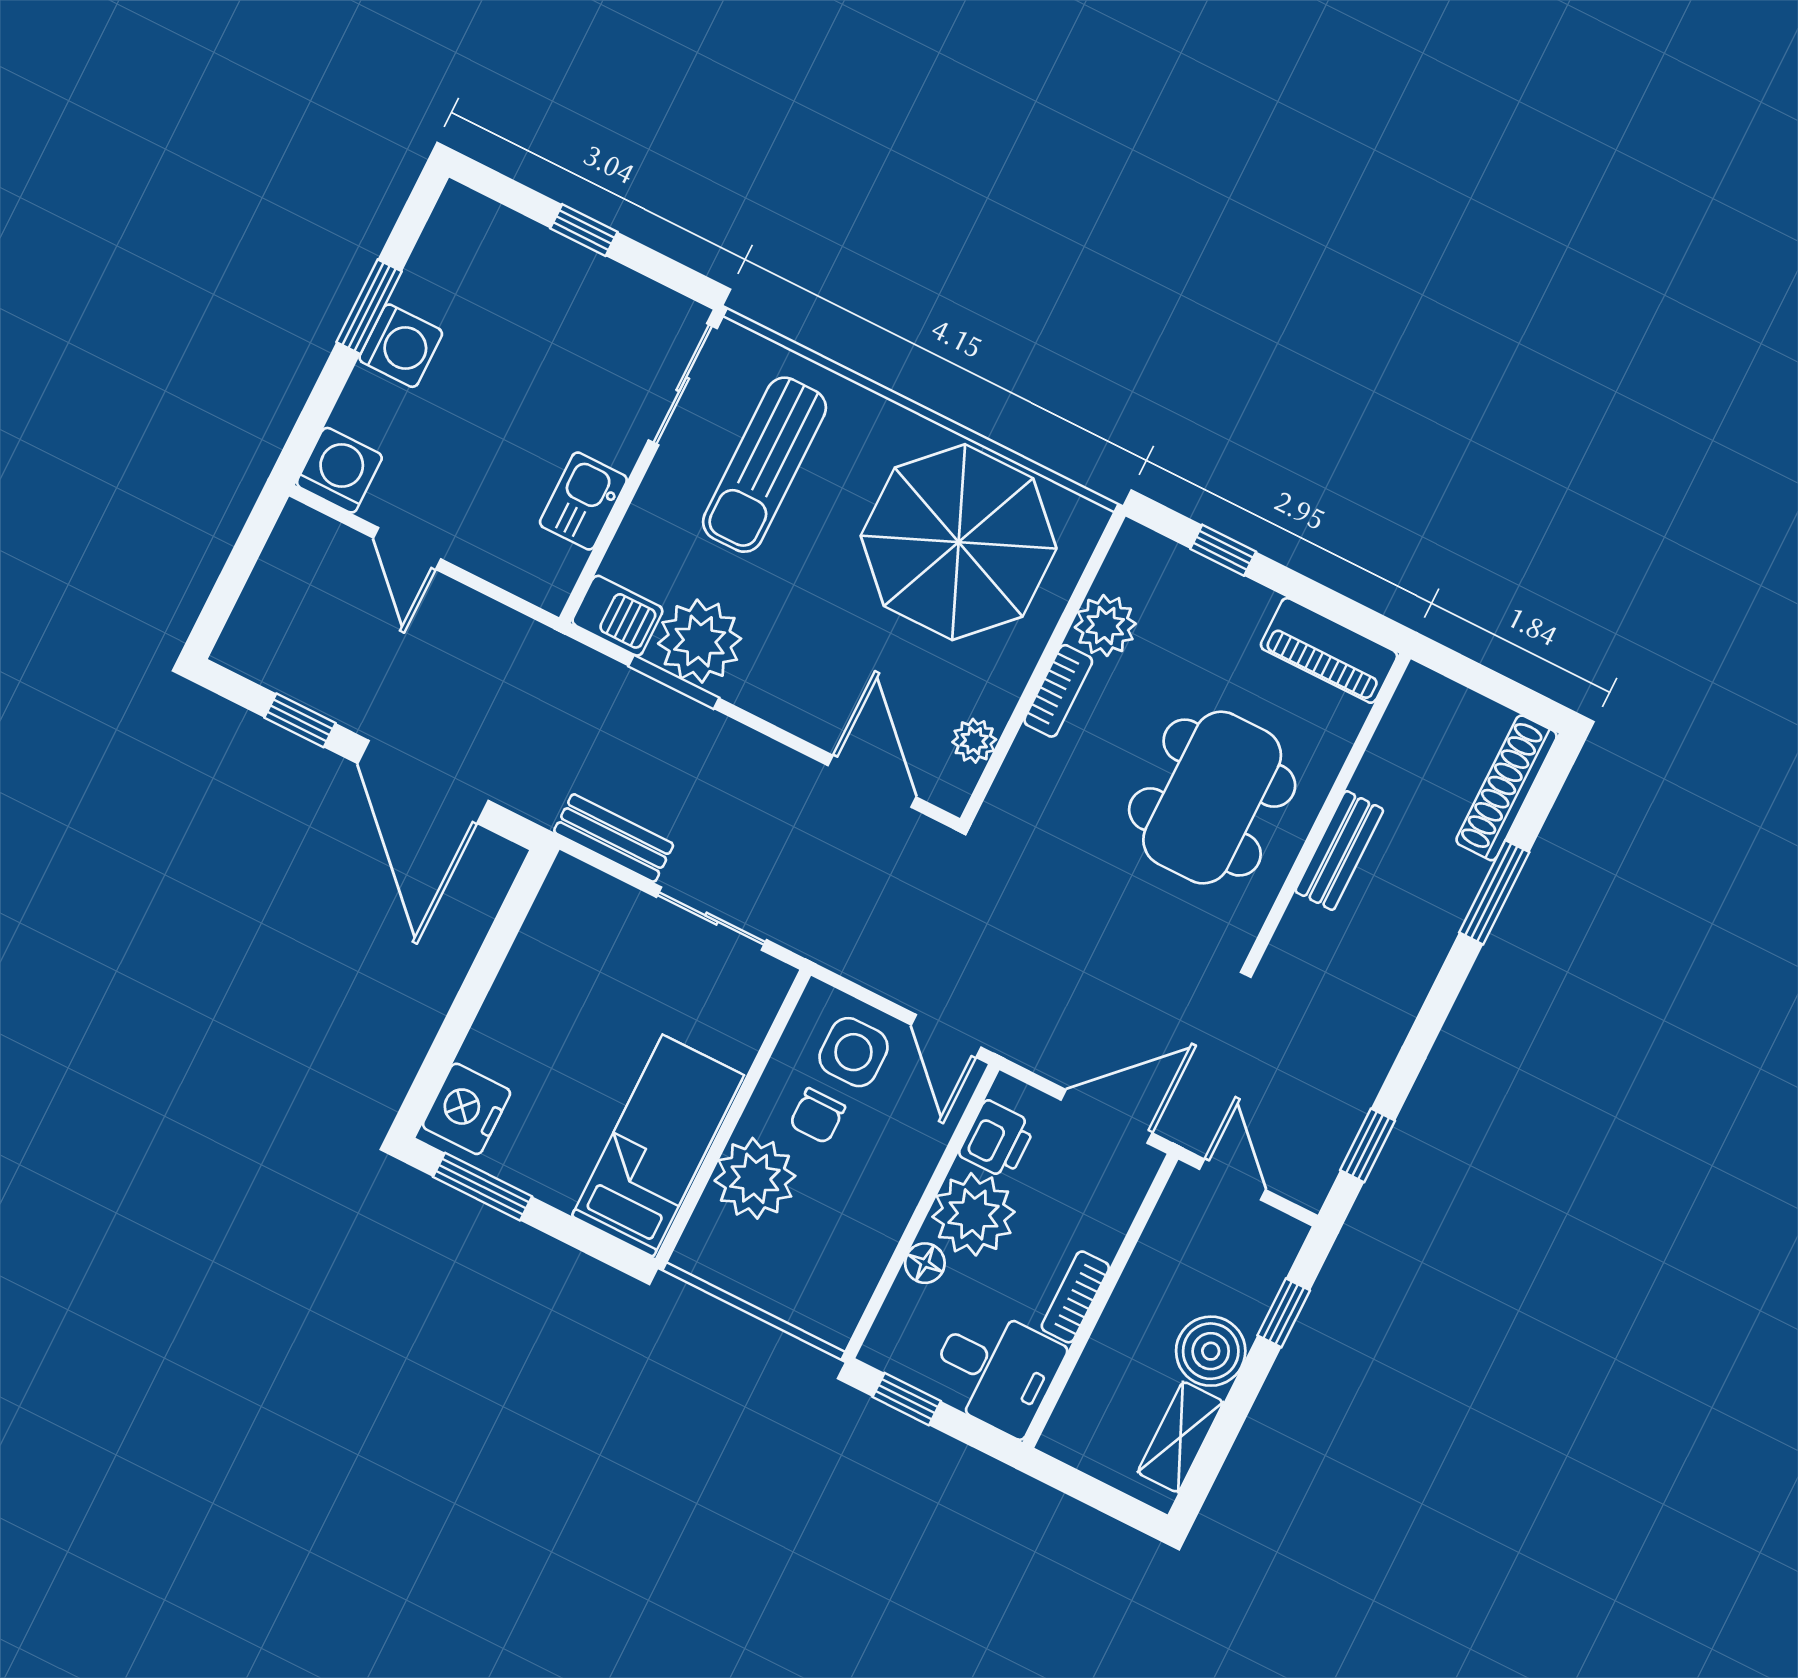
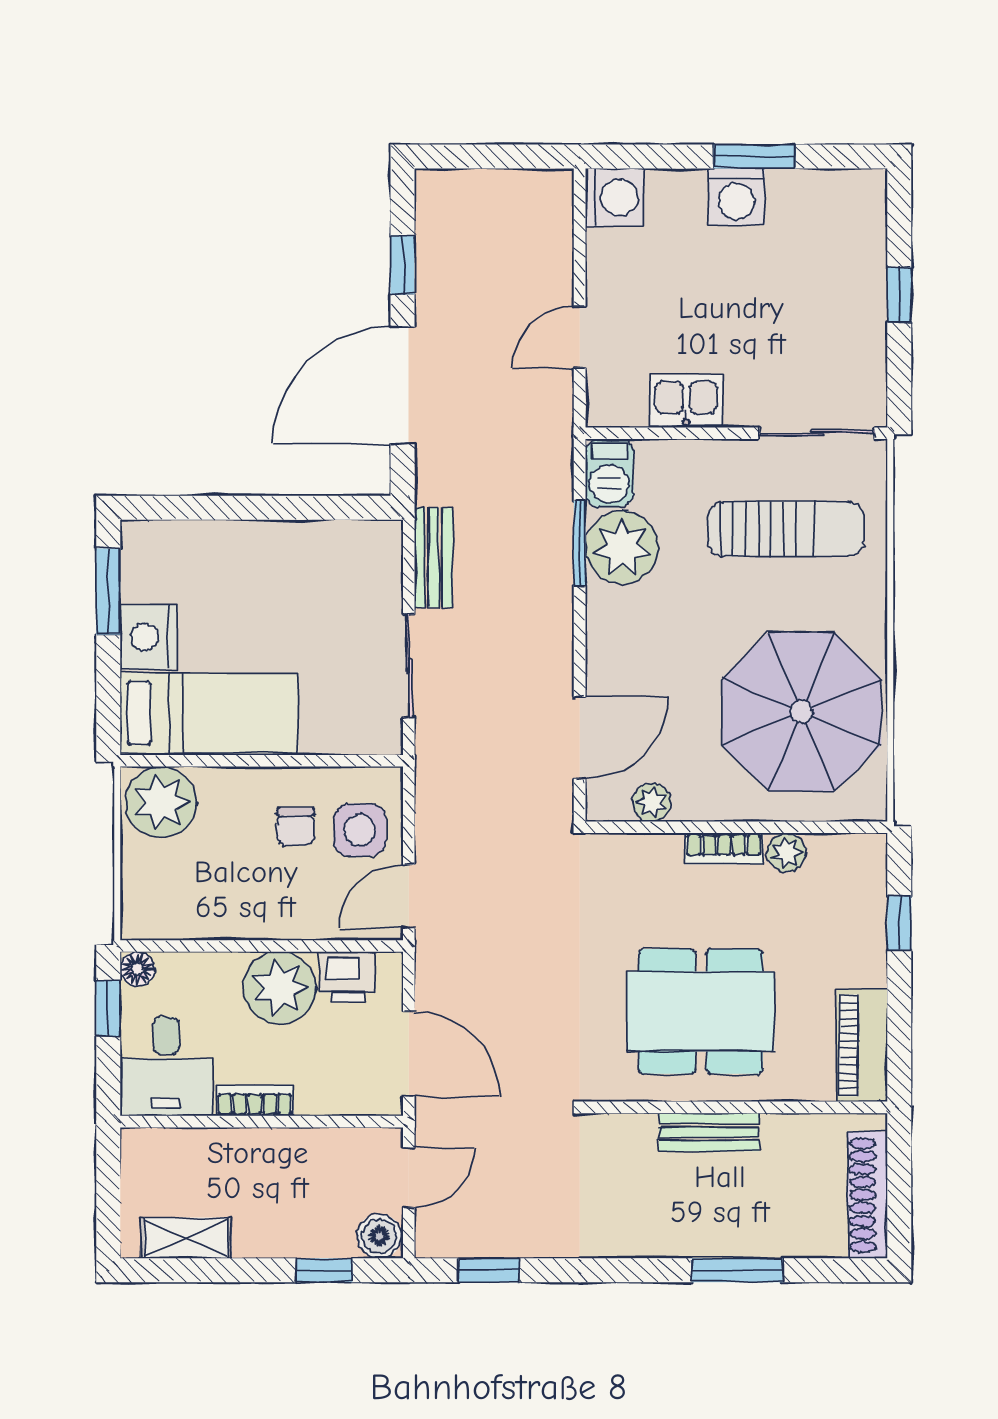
sun lounger: (764, 465) -> (786, 529), turned 180
door: (407, 548) -> (580, 337), moved
plant: (1105, 625) -> (786, 853), width x0.73, depth x0.73
shoe rack: (1507, 788) -> (868, 1195), moved, turned -90
nightstand: (466, 1109) -> (149, 637), moved, turned -90
chair: (817, 1116) -> (295, 827), turned -90
plant: (755, 1178) -> (161, 802), moved
floor lamp: (925, 1263) -> (137, 969), moved
boiler: (1211, 1351) -> (379, 1236), moved, width x0.73, depth x0.73

